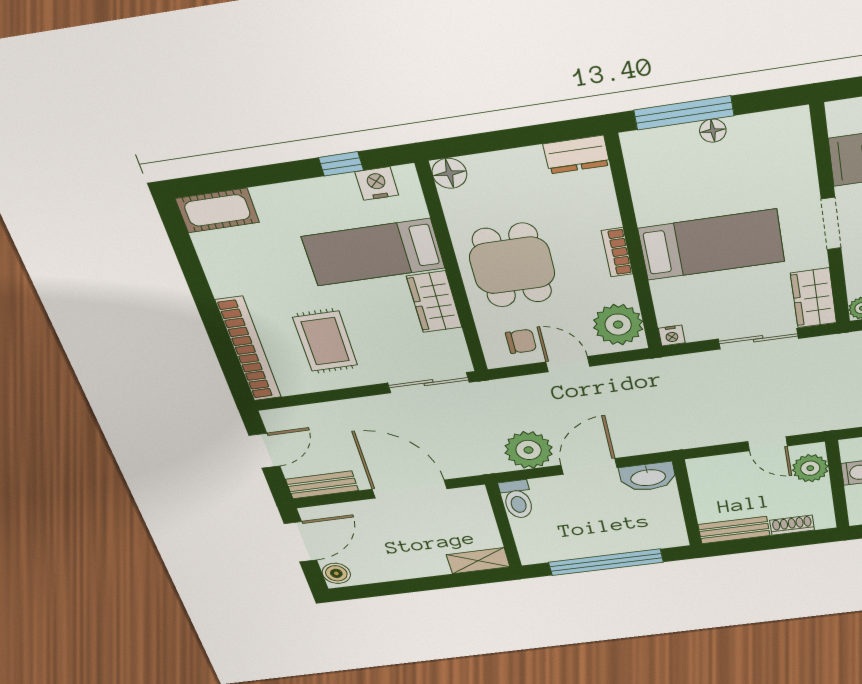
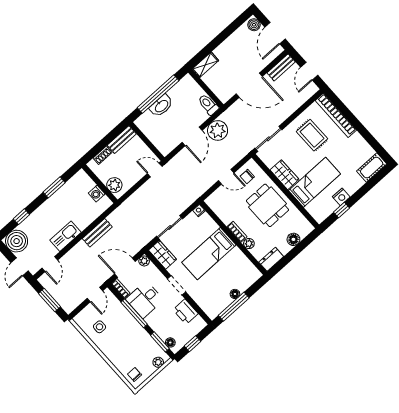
window: (684, 113) -> (234, 307), moved
floor lamp: (449, 173) -> (293, 239), moved
nightstand: (377, 184) -> (341, 197), moved
plant: (618, 325) -> (249, 244), moved, width x0.53, depth x0.53
door: (768, 444) -> (155, 170), moved
washbasin: (648, 477) -> (161, 106), moved, turned 180

